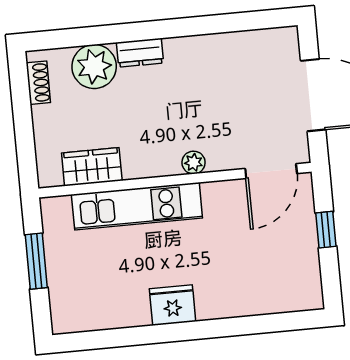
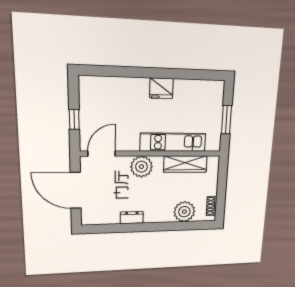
dresser: (140, 53) -> (132, 218), moved
plant: (194, 163) -> (142, 167), width x1.87, depth x1.87
wardrobe: (92, 167) -> (185, 164), width x1.50

